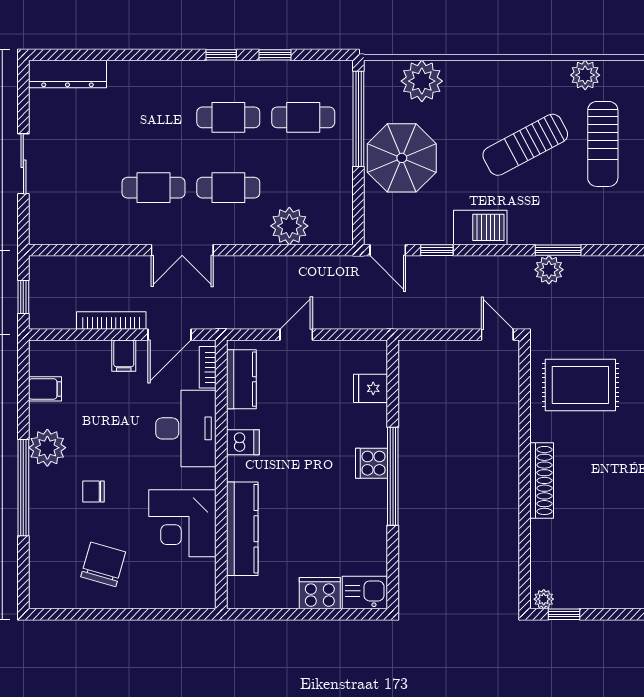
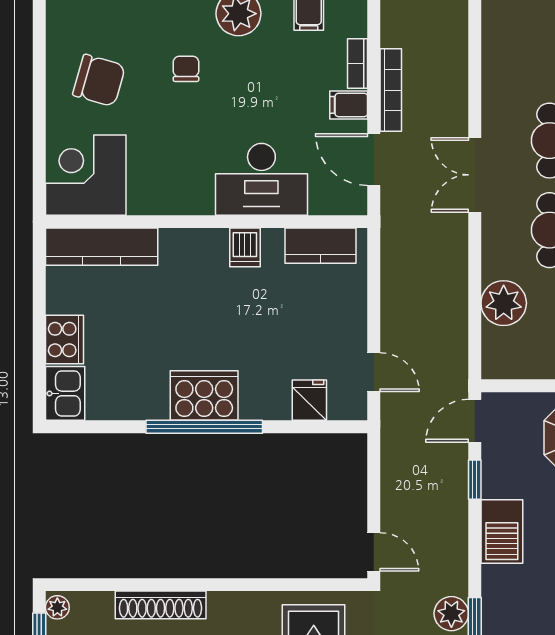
door: (296, 335) -> (374, 372), moved
door: (497, 335) -> (374, 552), hinge flipped
bookcase: (208, 367) -> (358, 63), moved, turned -90
cooker: (372, 463) -> (204, 396), width x1.87, depth x1.31
shoe rack: (542, 480) -> (161, 605), moved
corner desk: (182, 523) -> (86, 175), moved
kitchen counter: (242, 529) -> (102, 247), moved

